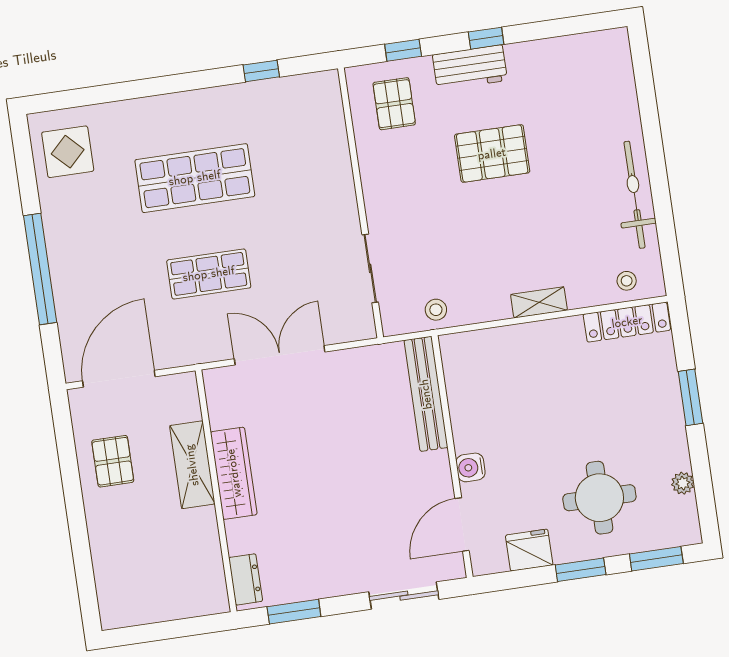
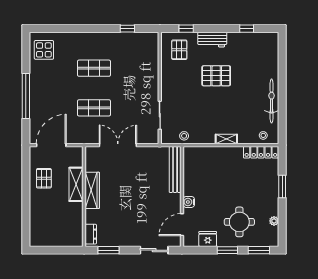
window: (486, 38) -> (247, 29), moved
shop shelf: (195, 178) -> (94, 68), width x0.70, depth x0.74

